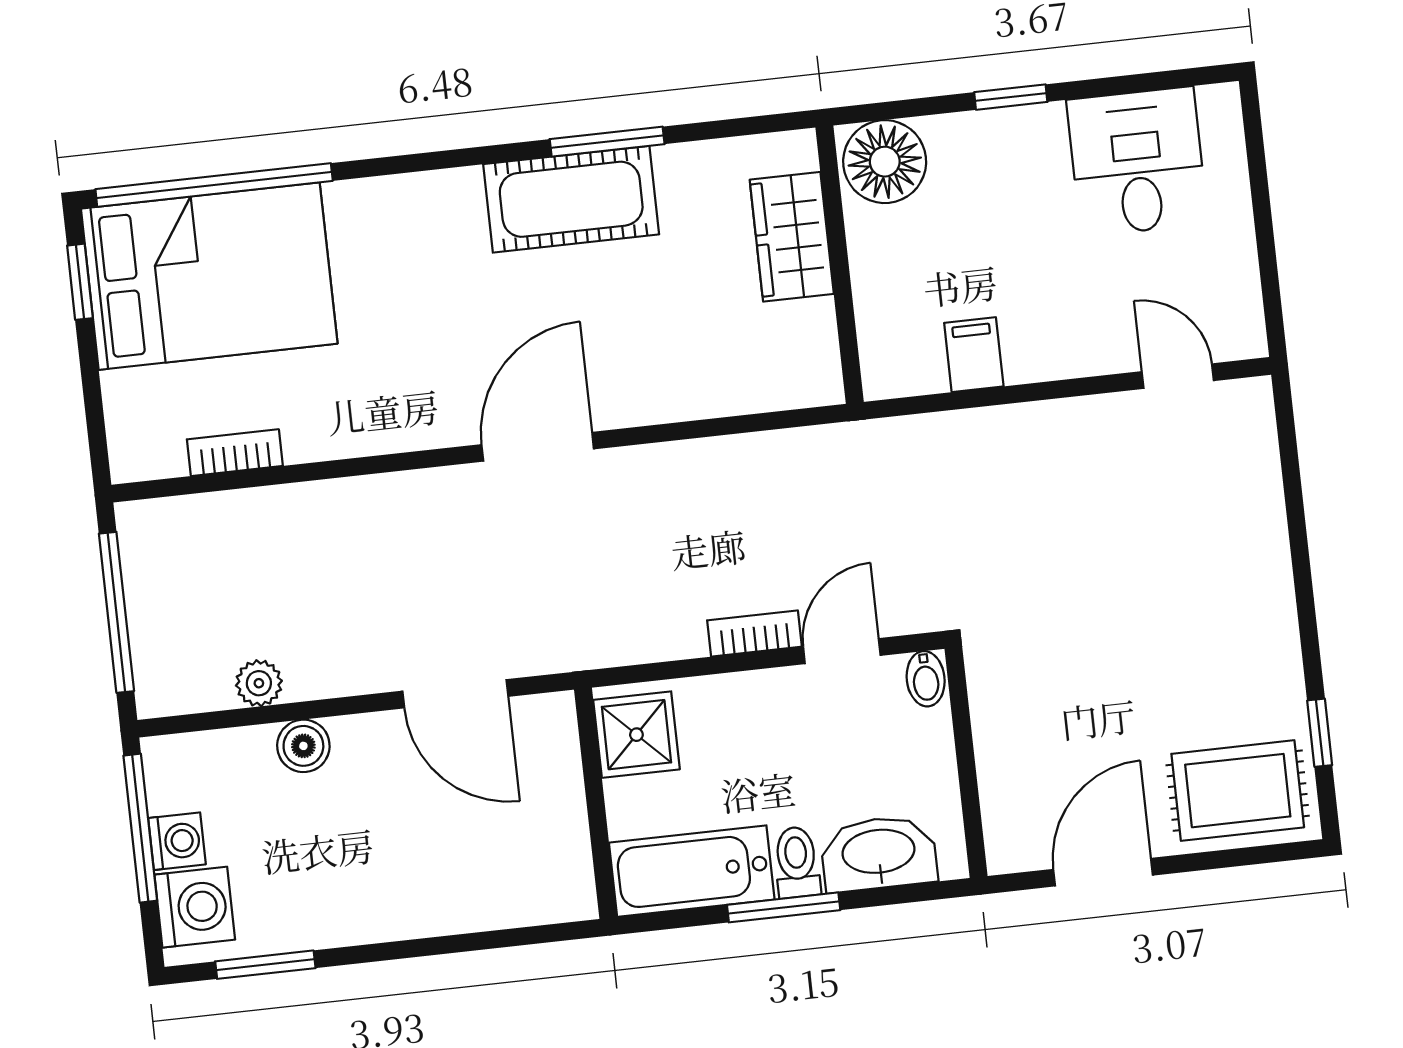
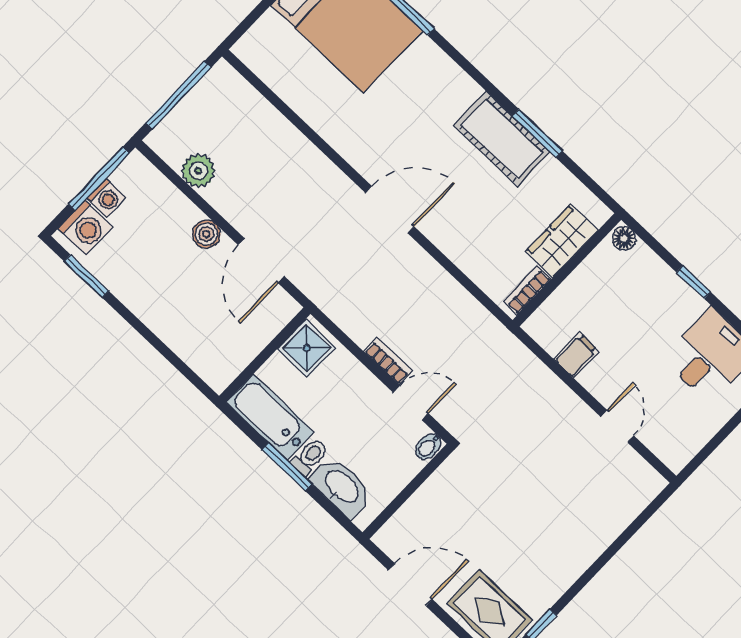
floor lamp: (885, 162) -> (624, 238), width x0.53, depth x0.53
door: (1178, 376) -> (617, 426), moved
bookcase: (235, 453) -> (527, 290), moved, turned -90
plant: (259, 683) -> (198, 171), width x1.38, depth x1.38
boiler: (303, 746) -> (206, 234), moved

